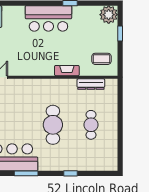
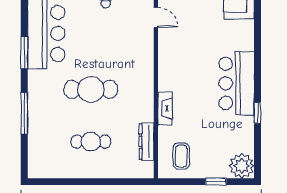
window: (70, 173) -> (24, 113), width x2.17

